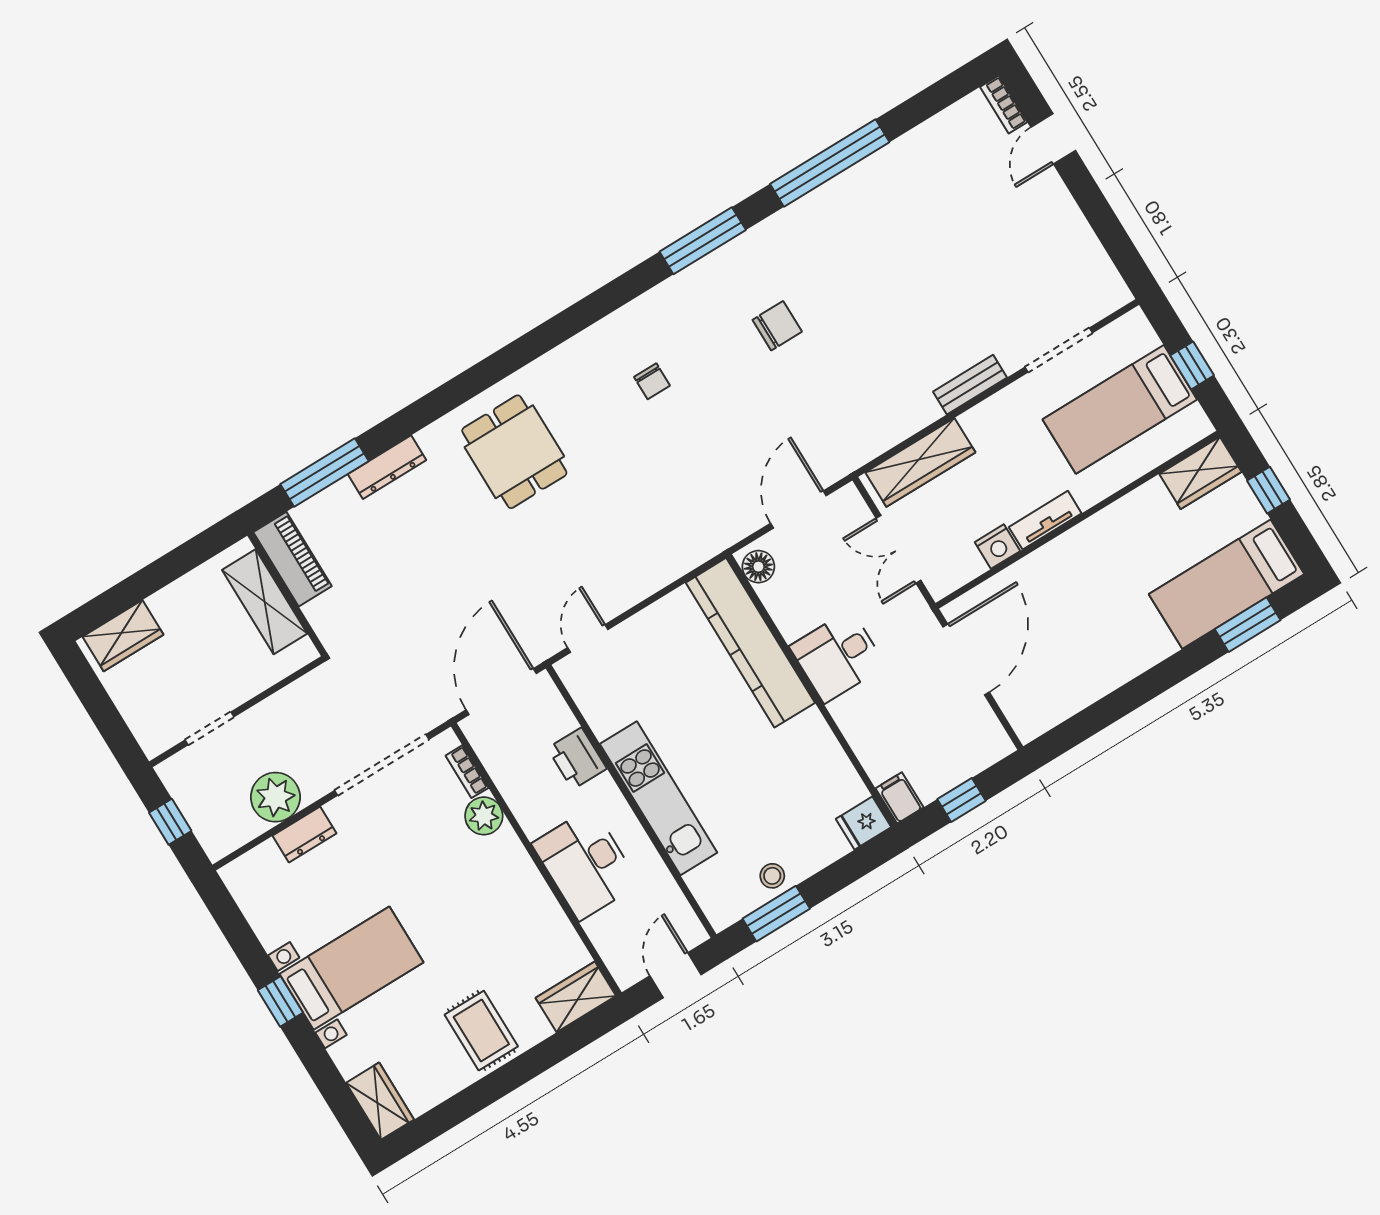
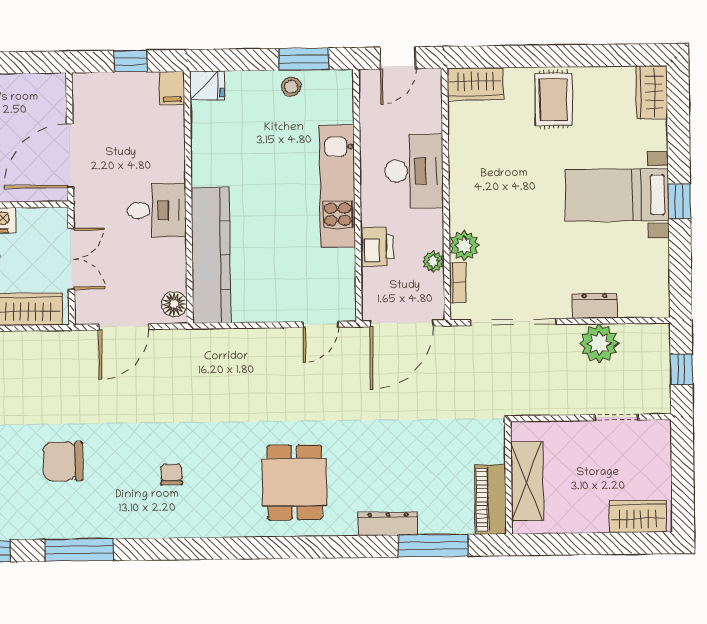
chair: (777, 326) -> (63, 461), width x1.37, depth x1.37
plant: (507, 779) -> (433, 261), added

